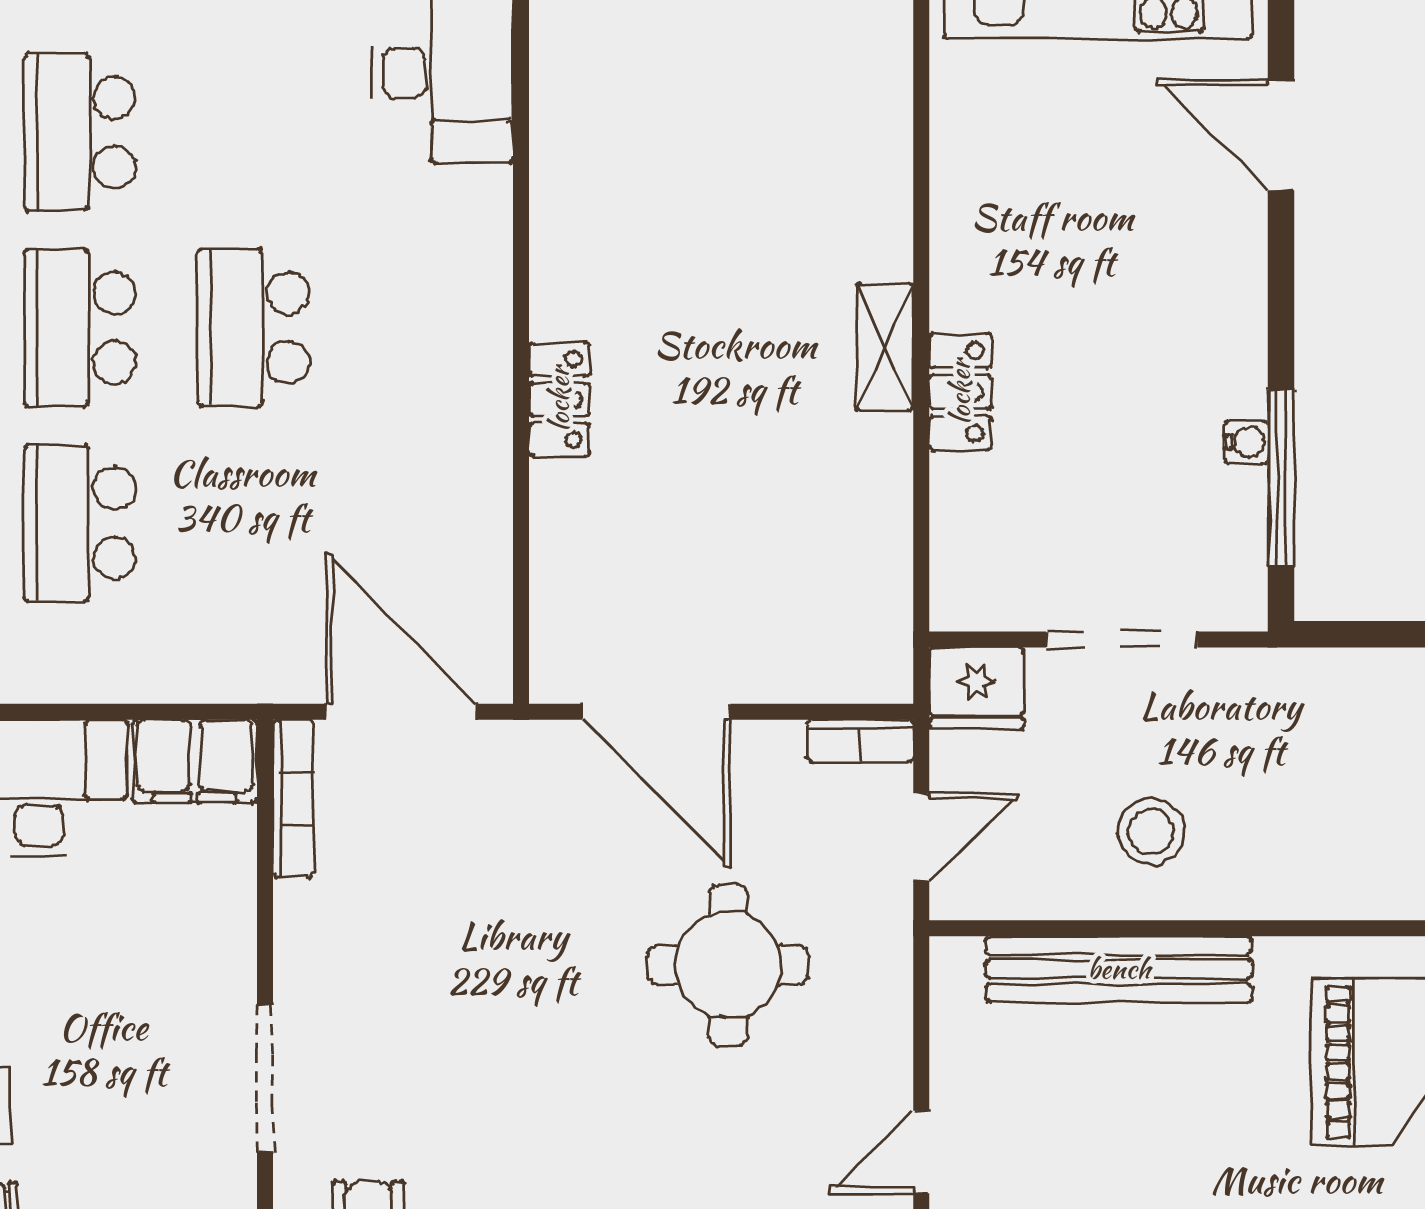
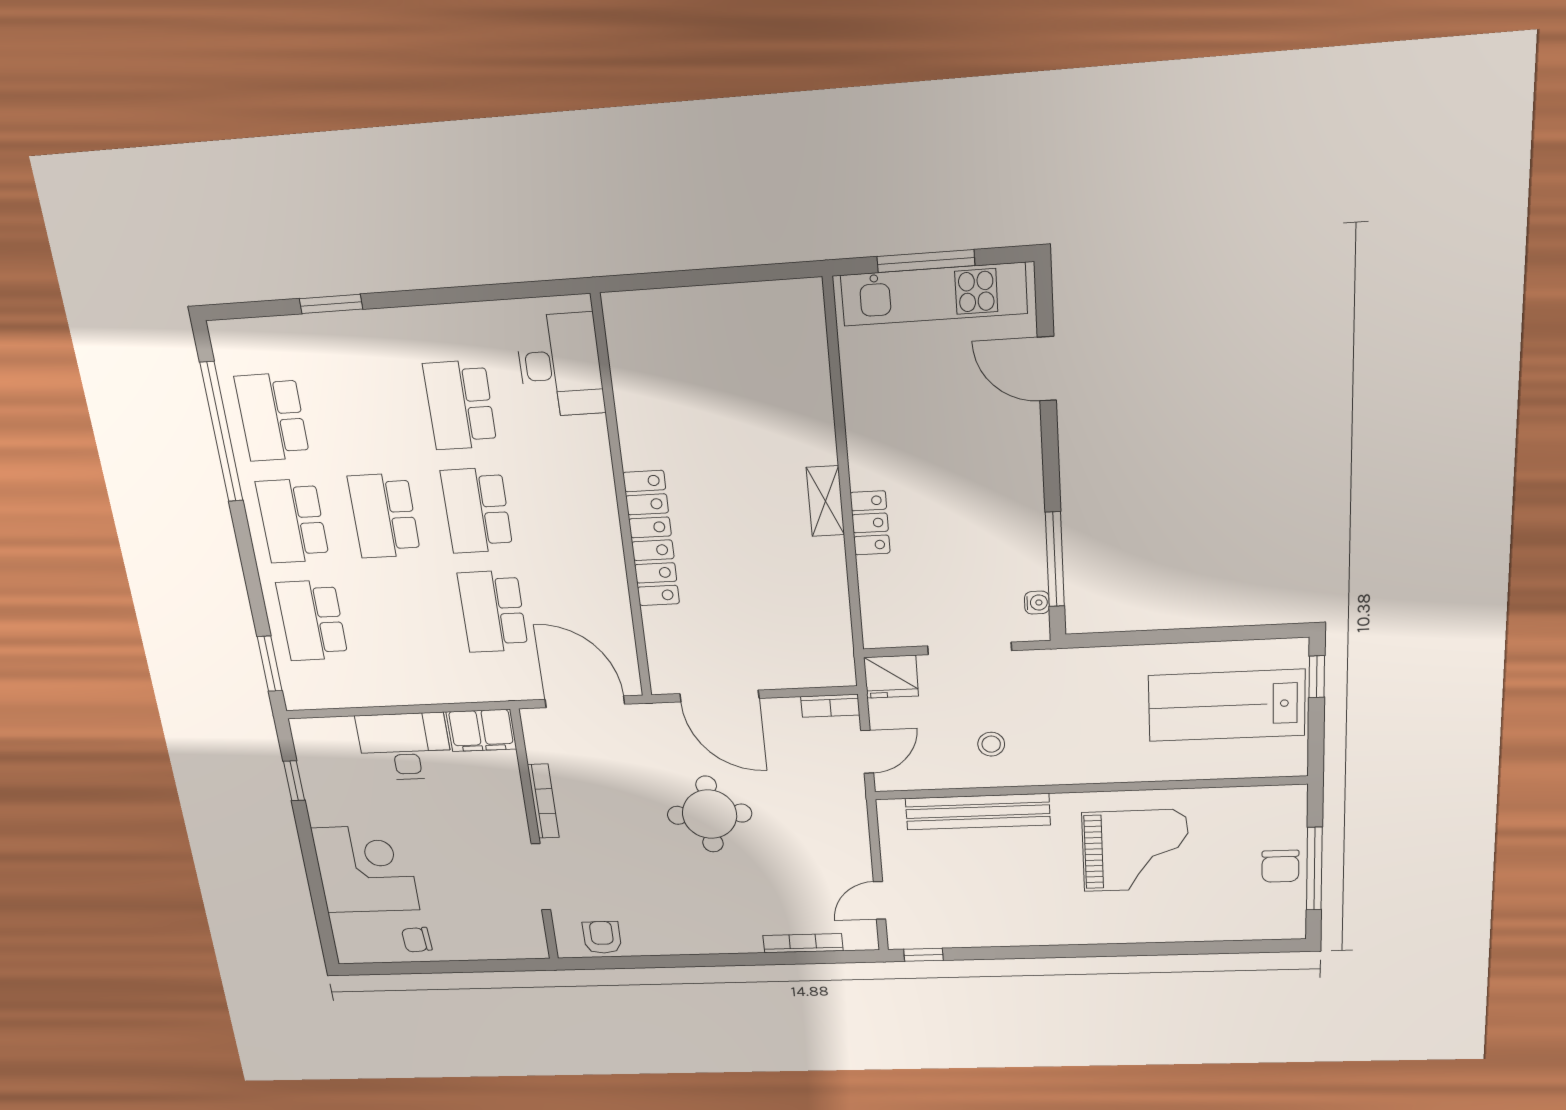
school desk: (80, 132) -> (460, 405), moved
locker: (559, 399) -> (651, 539), width x2.16, depth x1.21
water cooler: (1246, 442) -> (1037, 603), moved
school desk: (80, 523) -> (493, 611), moved
bookcase: (293, 798) -> (543, 801), moved
stool: (1151, 831) -> (991, 744), width x0.73, depth x0.73
round table: (728, 965) -> (710, 814), moved

